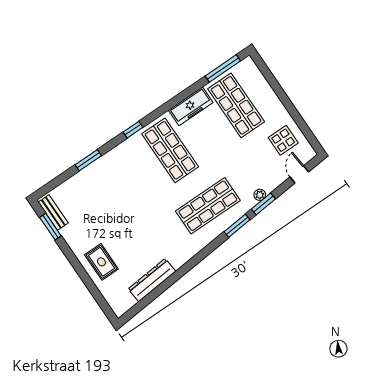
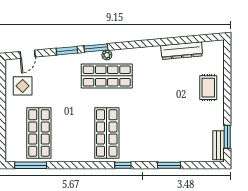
freezer: (191, 106) -> (71, 154), removed
plant: (260, 195) -> (107, 55), moved

